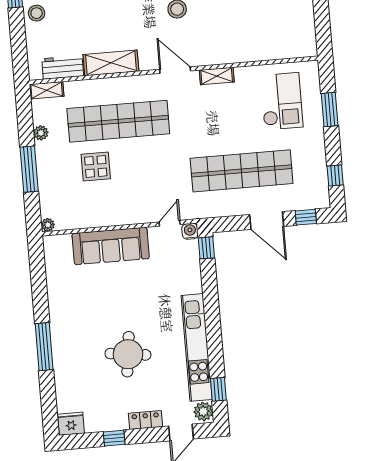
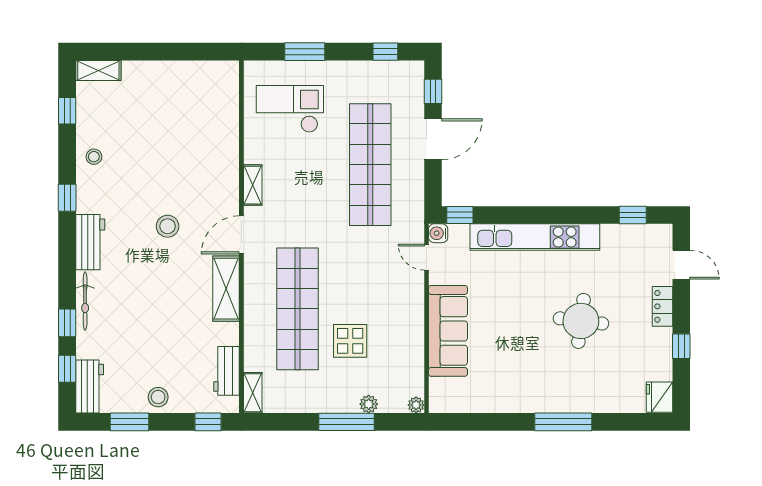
window: (20, 56) -> (208, 422), added
shelving: (111, 63) -> (226, 289), moved
plant: (41, 133) -> (369, 404), moved
kitchen unit: (197, 347) -> (535, 237), moved
plant: (203, 411) -> (658, 235), removed

